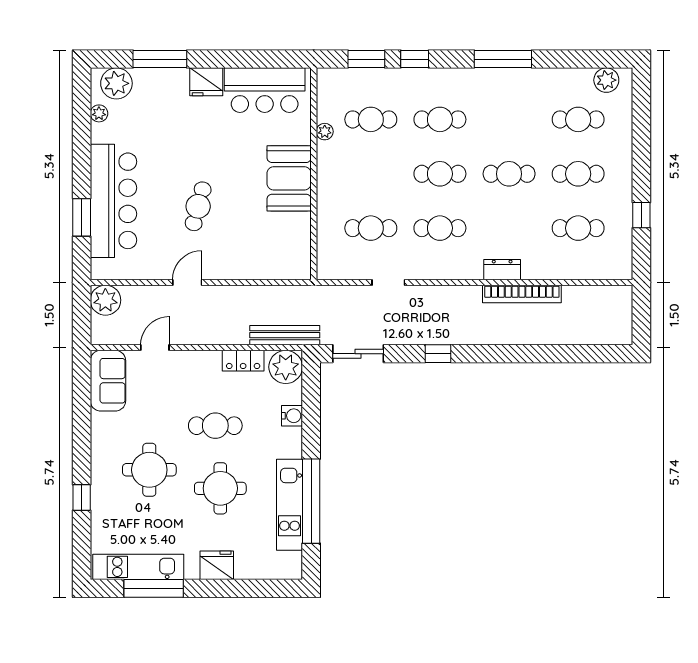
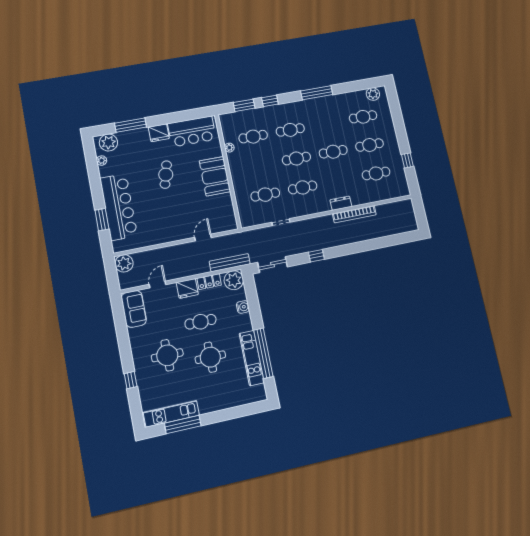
cafe table: (198, 206) -> (166, 175), moved
door: (187, 282) -> (203, 237), moved
fridge: (217, 565) -> (187, 288), moved, turned 180

